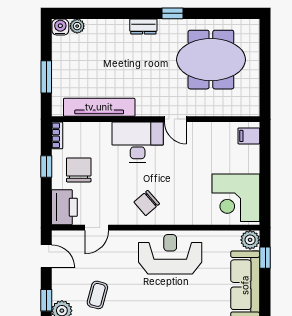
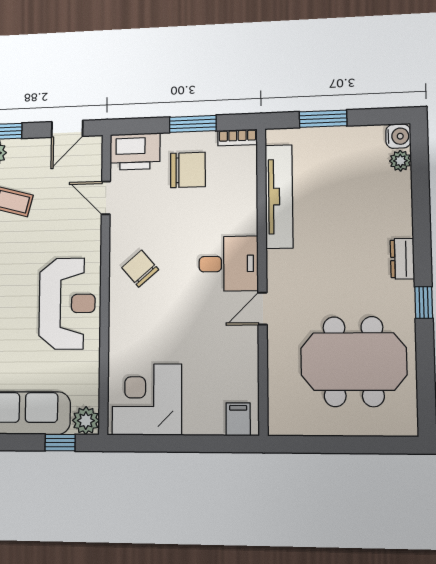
meeting table: (211, 60) -> (354, 362), turned 90
desk: (138, 142) -> (229, 264), width x0.73
window: (46, 167) -> (193, 124), width x1.50

